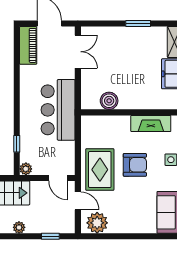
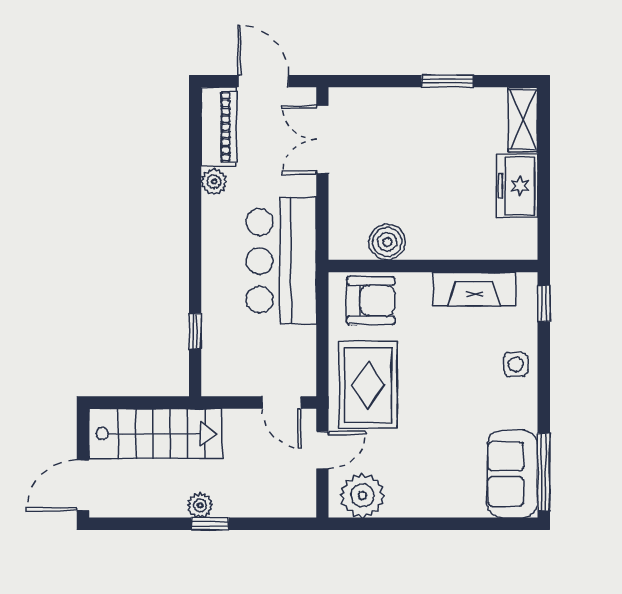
double door: (78, 52) -> (322, 140), swing flipped
armchair: (135, 165) -> (371, 301), moved
plant: (26, 169) -> (214, 182), moved
door: (78, 201) -> (322, 450), hinge flipped
window: (50, 236) -> (210, 524), moved

